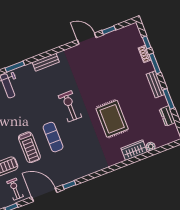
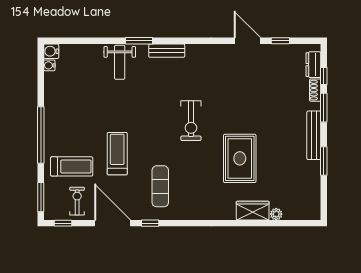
bench: (46, 62) -> (167, 51), moved
bench: (155, 84) -> (314, 135), width x1.36
exercise bike: (70, 106) -> (191, 121), turned 180
dresser: (167, 116) -> (313, 65), moved
exercise mat: (53, 137) -> (160, 186), moved
treadmill: (29, 147) -> (117, 154), turned 180

